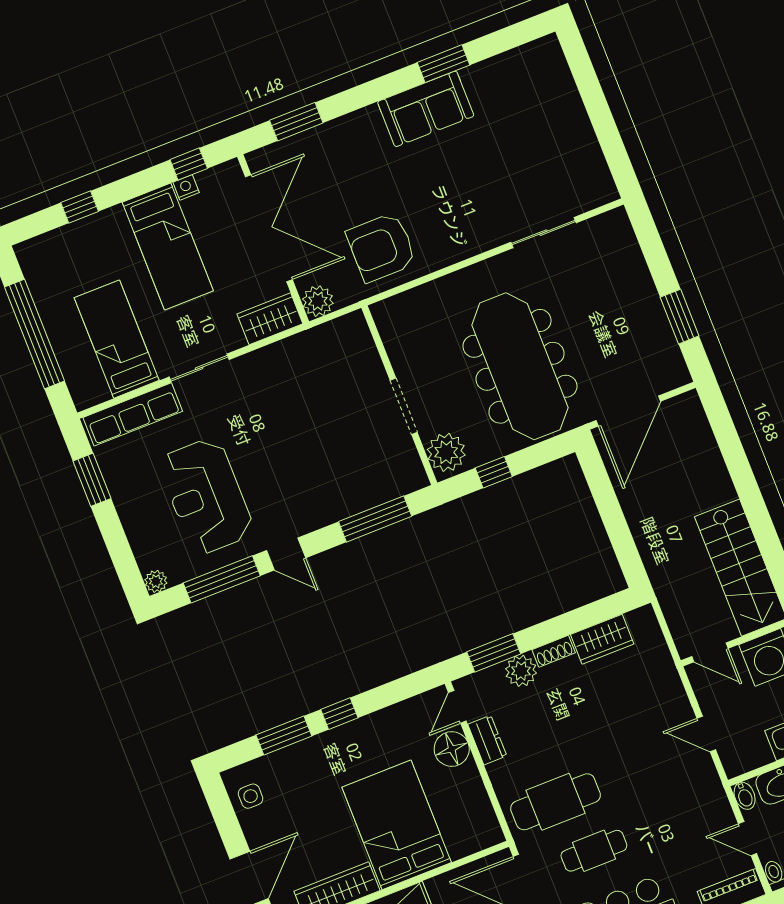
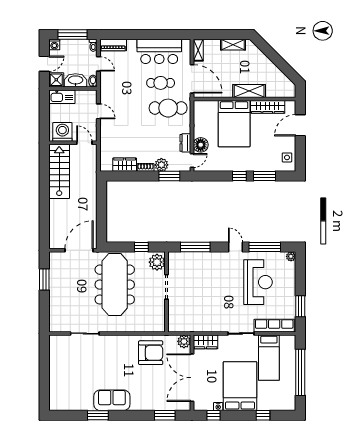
bed: (168, 246) -> (240, 386), width x1.50

